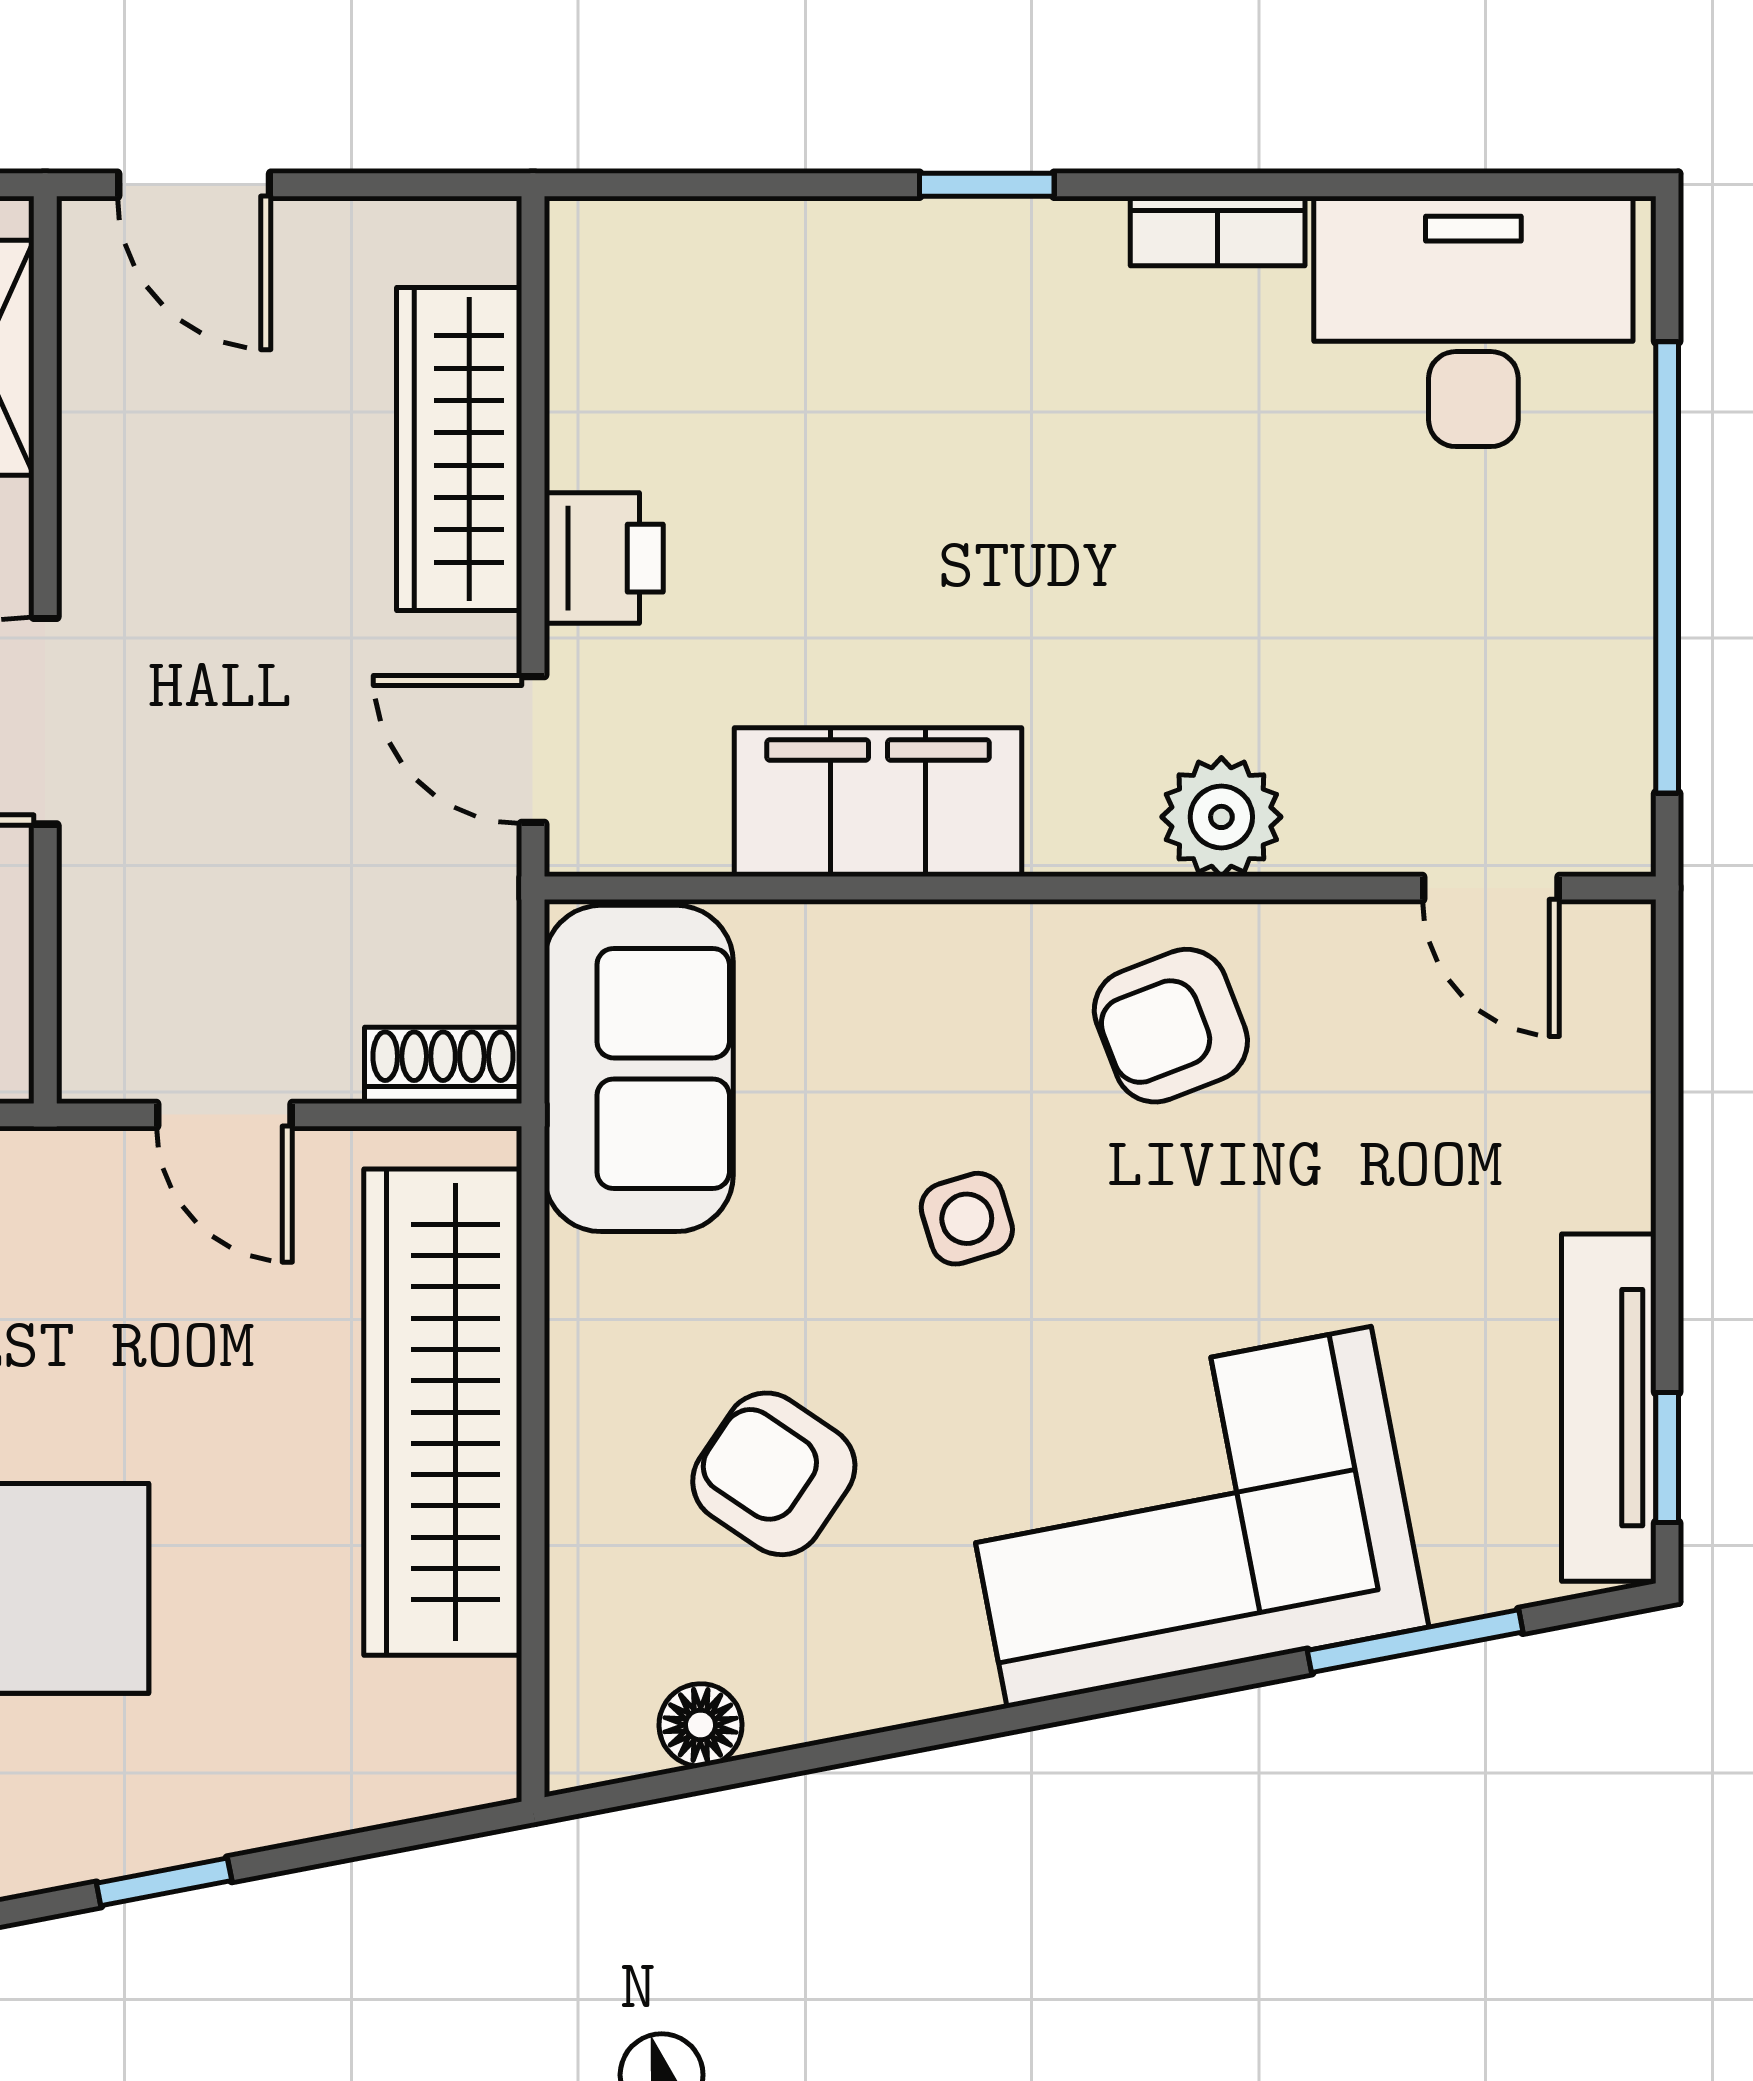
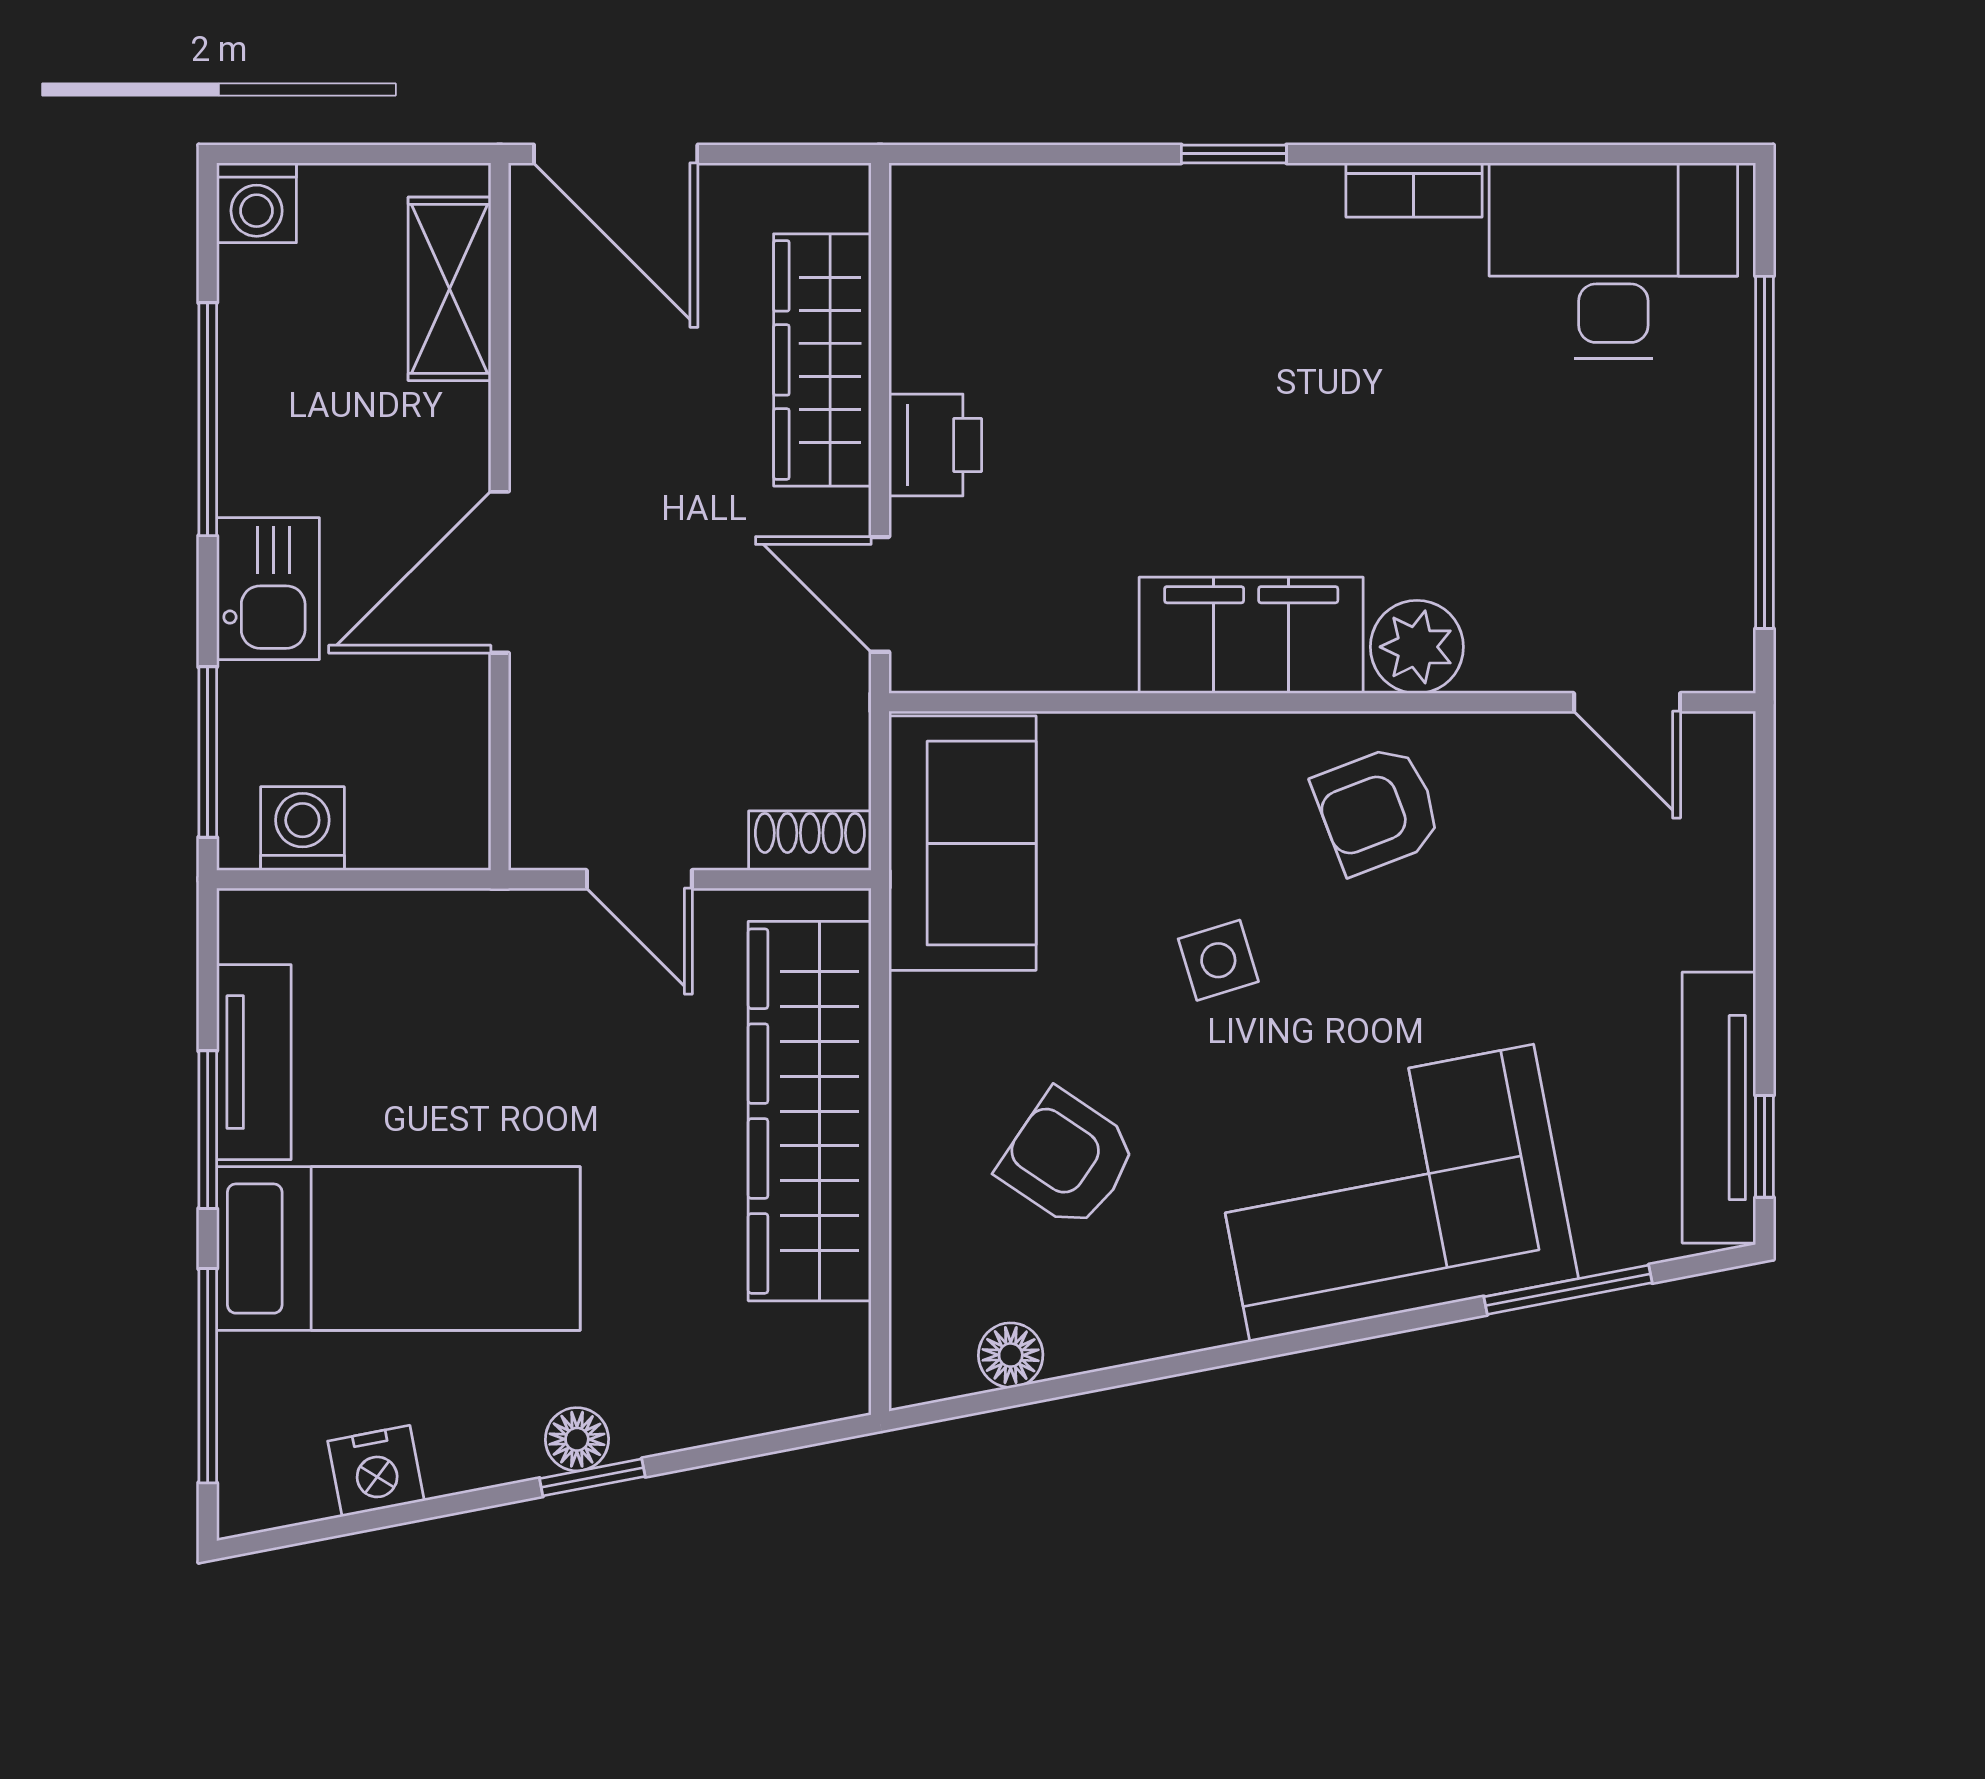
door: (194, 185) -> (616, 154), width x1.38
filing cabinet: (878, 802) -> (1251, 635), moved
floor lamp: (144, 1833) -> (577, 1439), added

